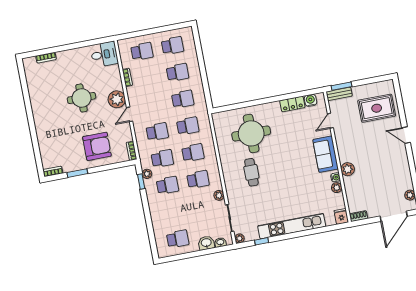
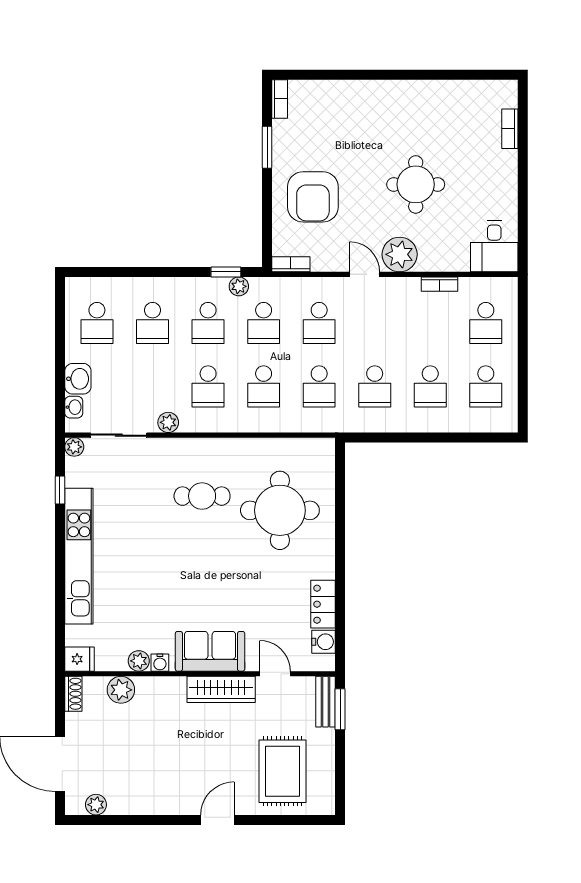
wardrobe: (343, 145) -> (221, 689), added
plant: (348, 169) -> (121, 690), moved
school desk: (173, 212) -> (152, 323), added

